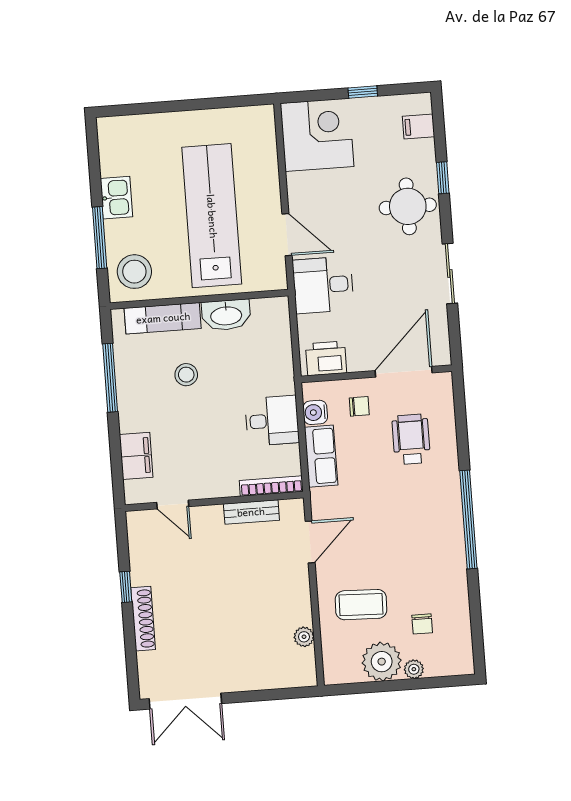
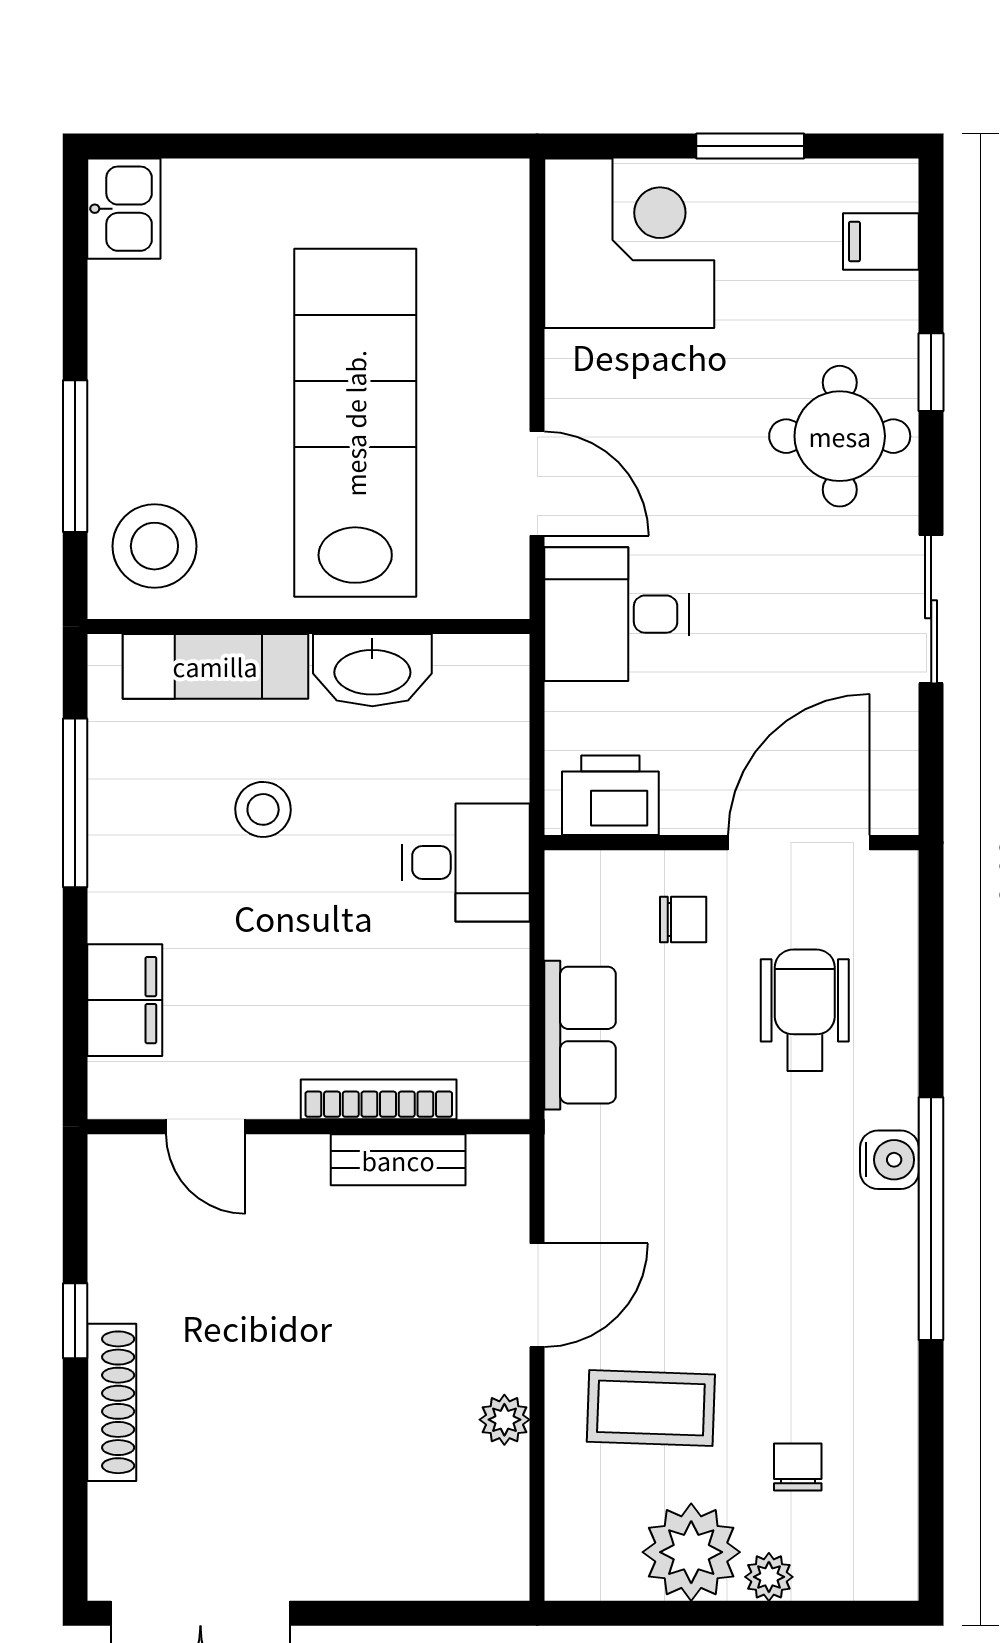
window: (363, 92) -> (750, 146), width x1.50
kitchen sink: (116, 198) -> (124, 209), moved
water cooler: (315, 412) -> (889, 1160), moved, turned 180
desk: (272, 421) -> (466, 863), moved
bookcase: (271, 486) -> (379, 1099), moved
door: (310, 542) -> (537, 1295), moved
chair: (422, 624) -> (798, 1467), turned 180
plant: (304, 637) -> (504, 1420), moved

